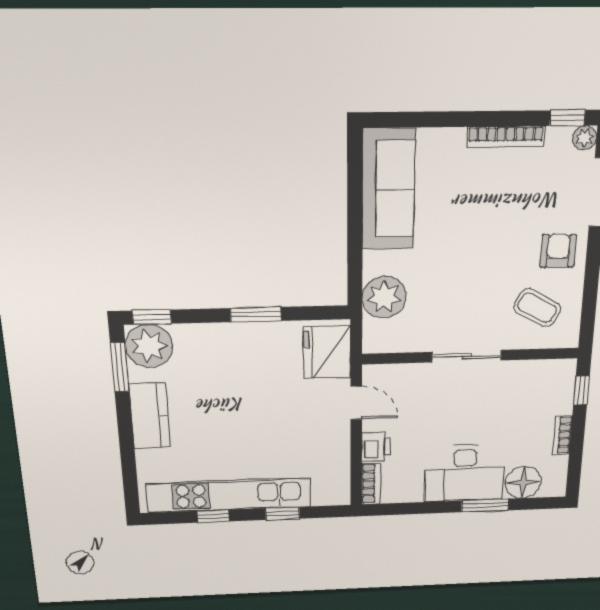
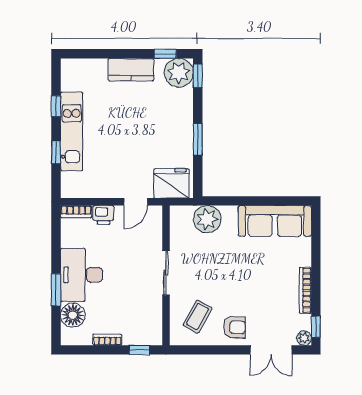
window: (120, 367) -> (165, 54), width x0.67
kitchen unit: (229, 495) -> (72, 131), width x0.73

